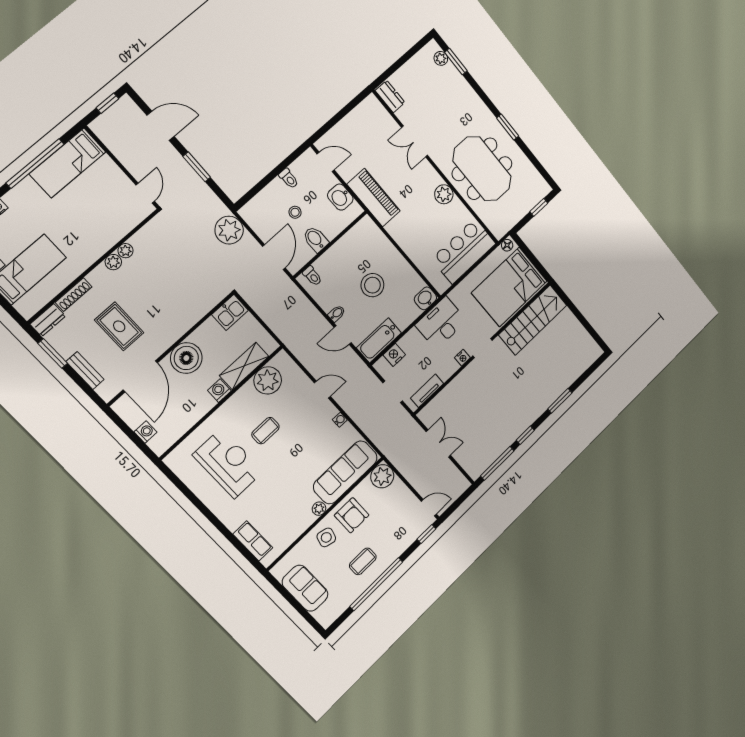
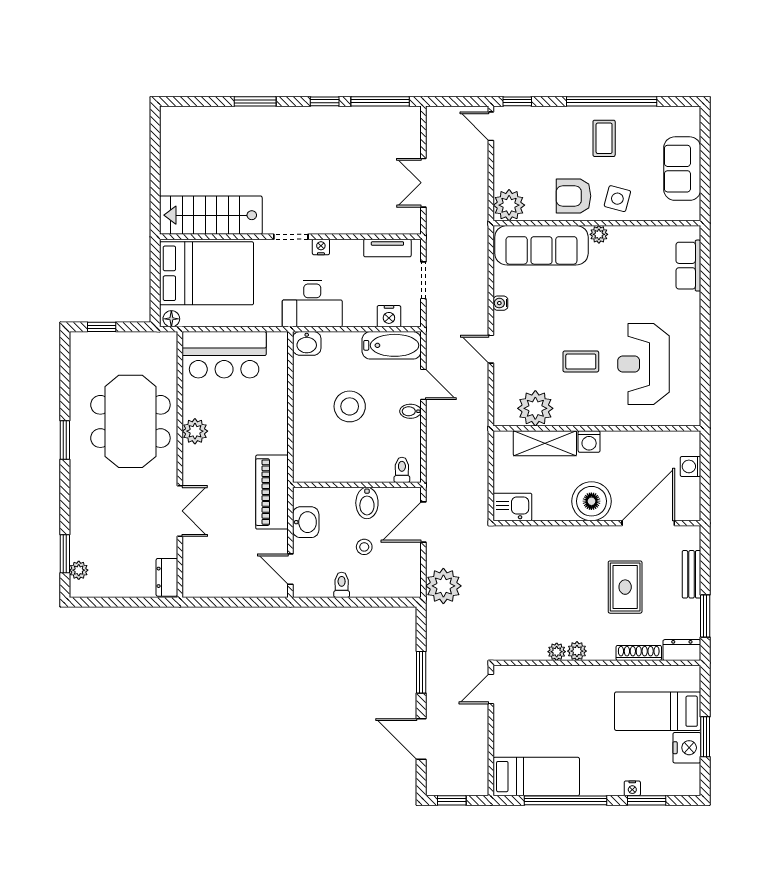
armchair: (352, 515) -> (574, 196), turned -90
coffee table: (363, 561) -> (604, 138), turned 90

